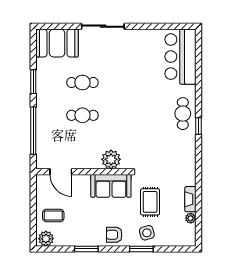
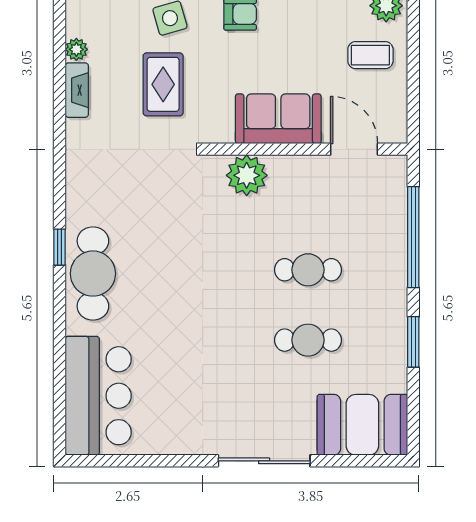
cafe table: (183, 114) -> (93, 274), width x1.37, depth x1.35
sofa: (111, 186) -> (278, 119), moved

